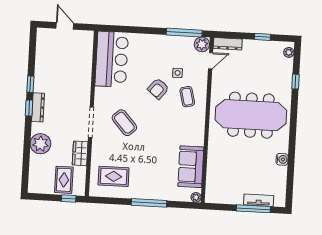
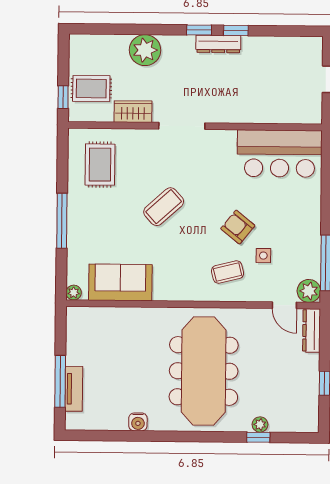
plant: (289, 52) -> (260, 424), moved
dresser: (38, 107) -> (218, 44), moved
coffee table: (124, 123) -> (164, 207), moved

